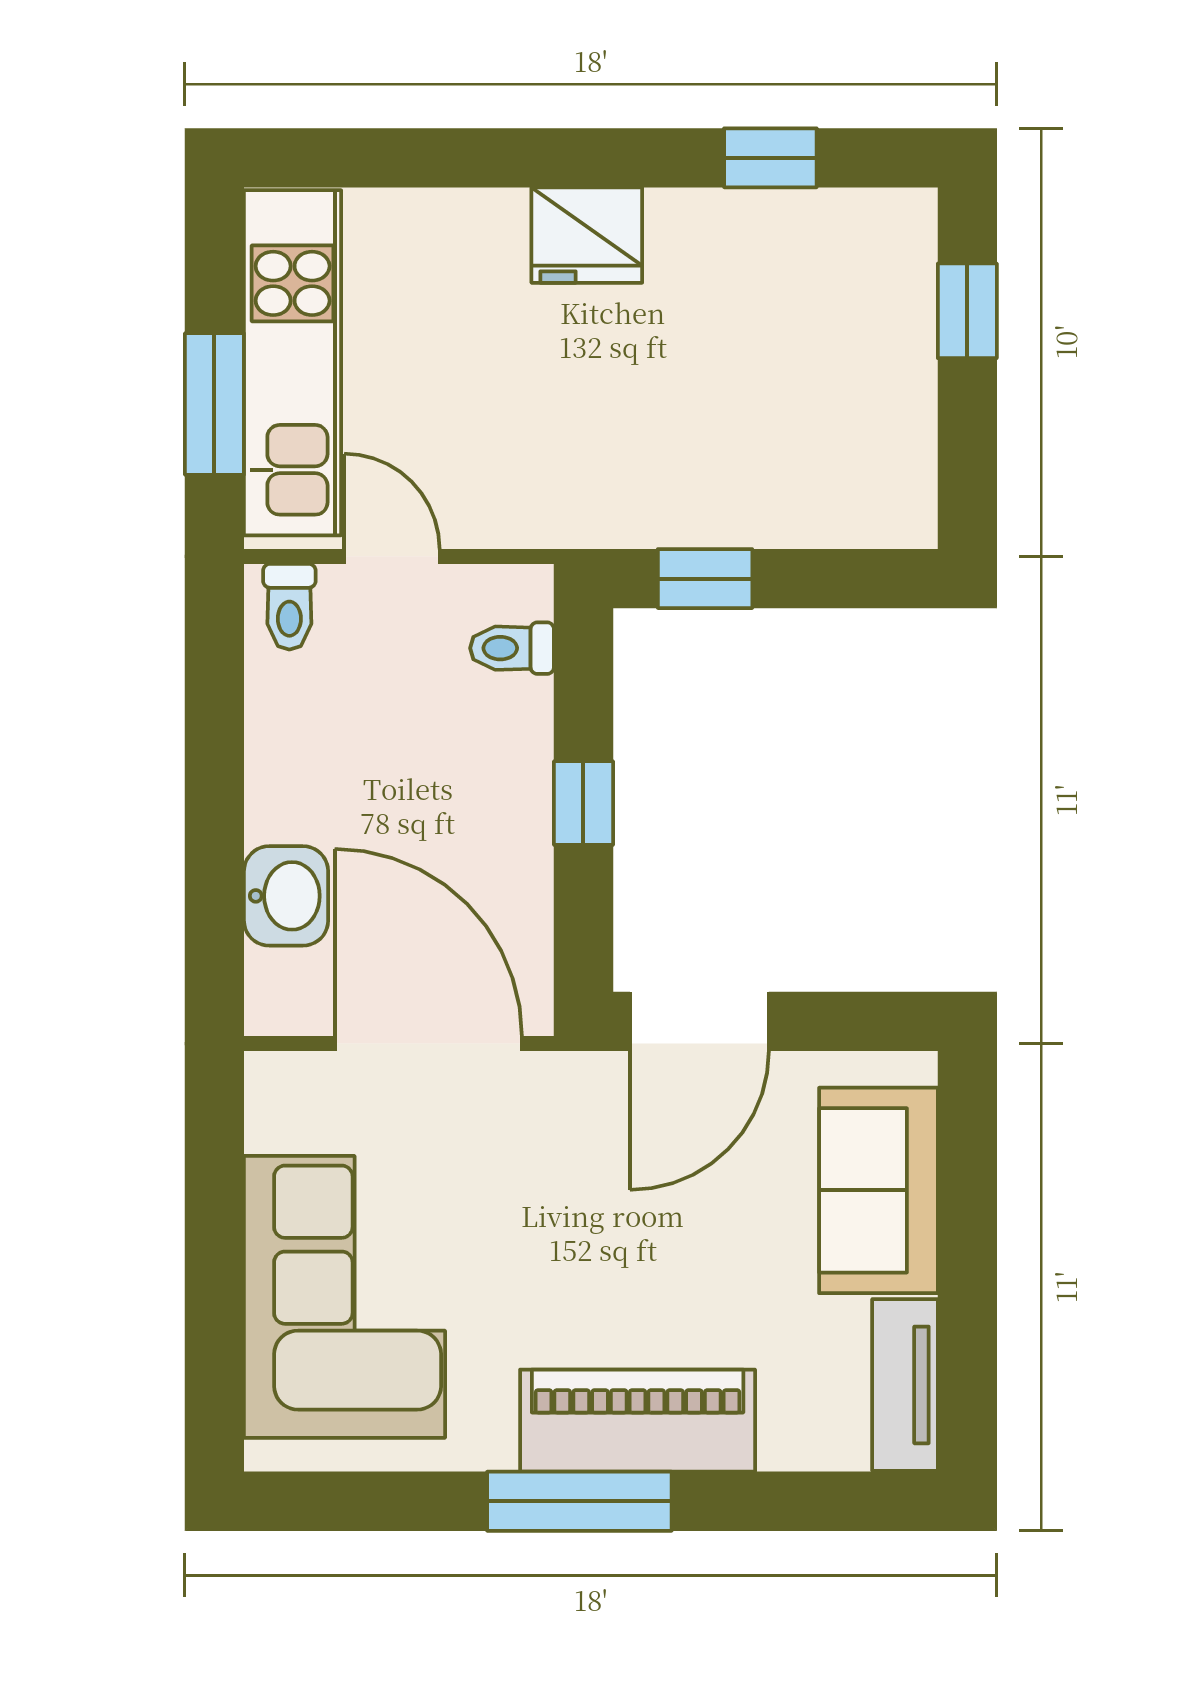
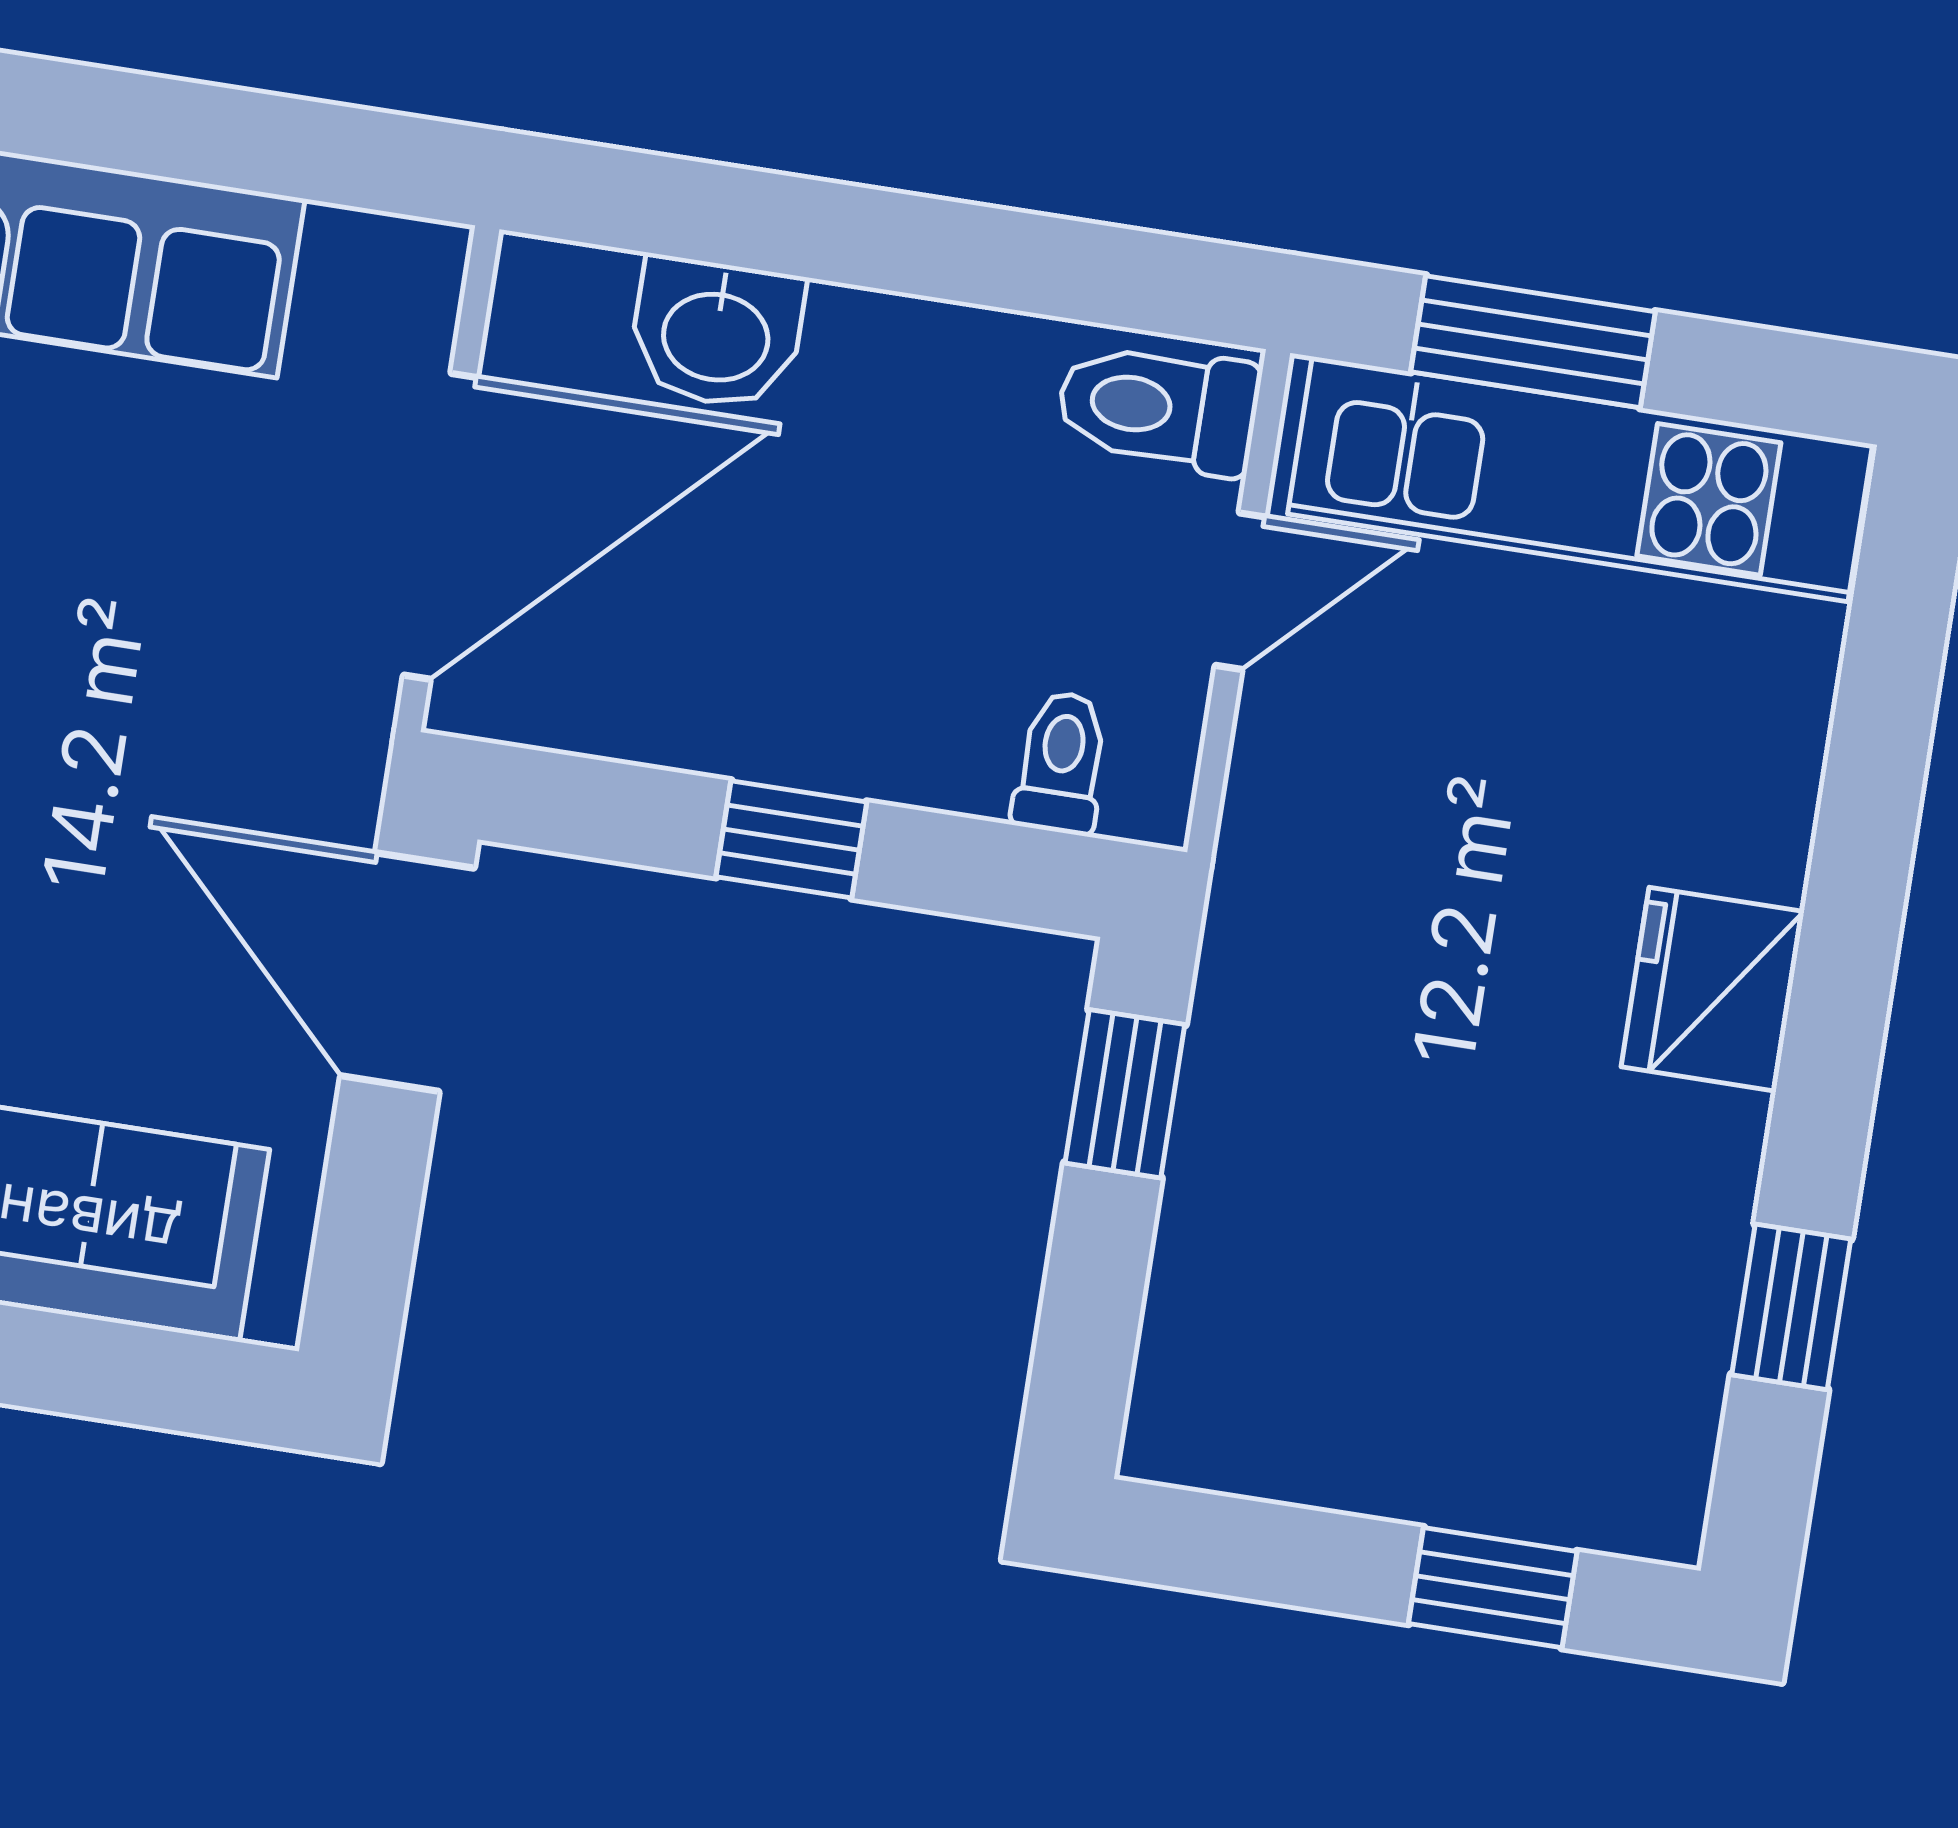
toilet: (289, 607) -> (1158, 408), width x1.37, depth x1.39

